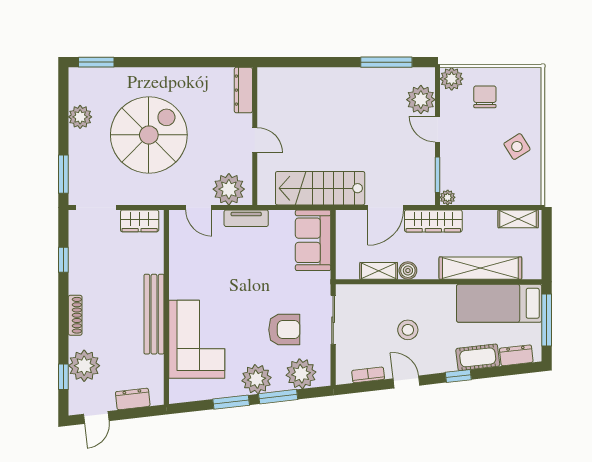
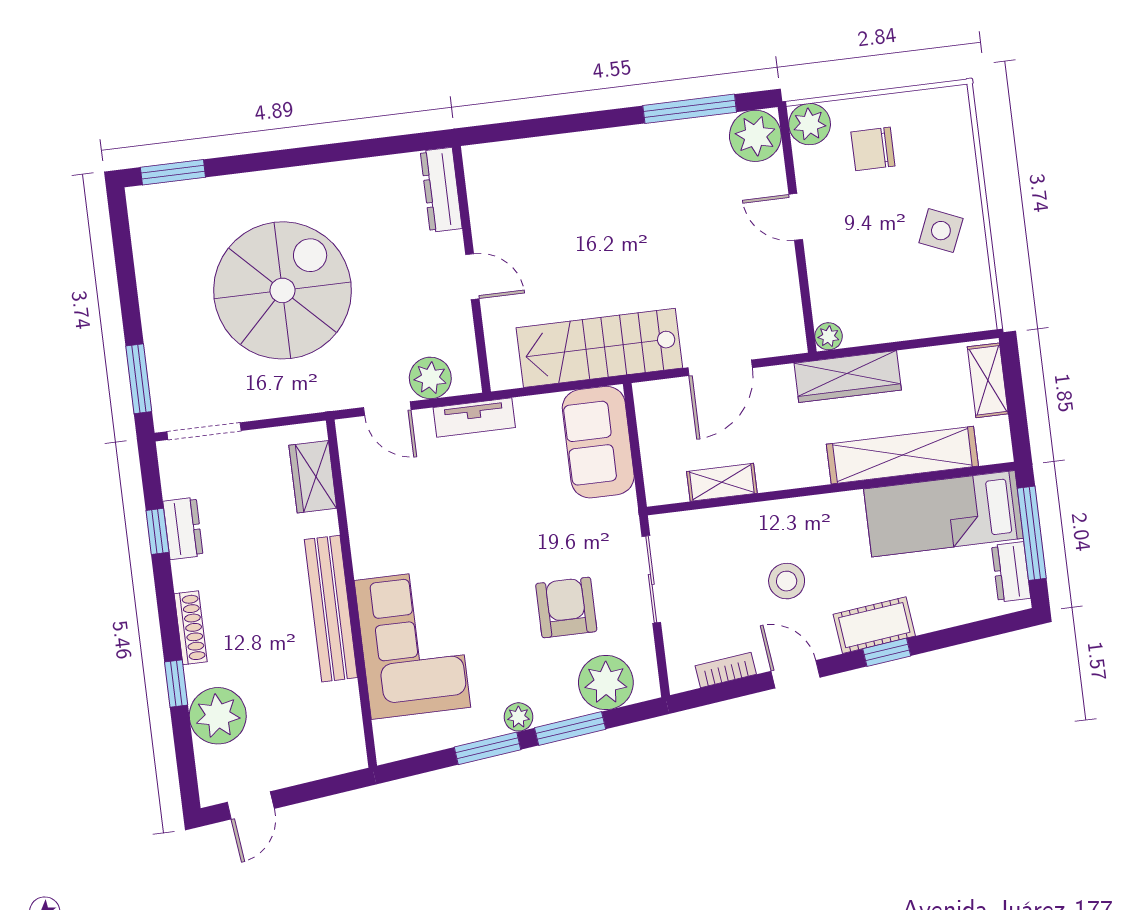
chair: (485, 97) -> (873, 149), turned -90
plant: (421, 100) -> (755, 136), moved
plant: (80, 117) -> (156, 273), removed
side table: (517, 147) -> (941, 231), turned -35
window: (438, 175) -> (806, 298), removed
plant: (229, 189) -> (430, 378), width x0.73, depth x0.73
shelving: (518, 219) -> (988, 380), moved, turned 90
wardrobe: (140, 221) -> (313, 477), moved, turned 90
wardrobe: (433, 221) -> (848, 377), moved
boiler: (408, 271) -> (774, 475), removed
armchair: (284, 330) -> (566, 607), turned -90
dresser: (516, 355) -> (1011, 572), moved, turned -83
cot: (478, 357) -> (874, 625), moved
window: (63, 377) -> (176, 683), moved
plant: (256, 379) -> (518, 717), width x0.53, depth x0.53
dresser: (133, 399) -> (183, 528), moved, turned 97

